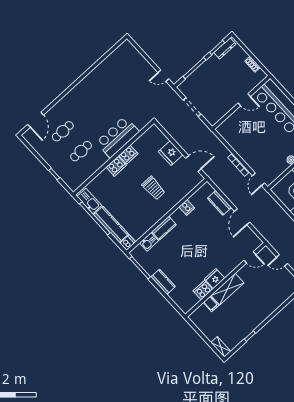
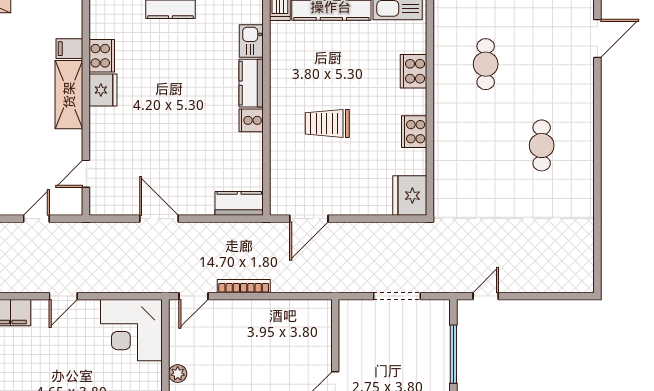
door: (36, 120) -> (597, 38), swing flipped
cafe table: (63, 131) -> (542, 145), moved
bar counter: (118, 137) -> (456, 140), removed
fridge: (171, 153) -> (410, 196), moved, turned -90
cooker: (116, 166) -> (413, 71), moved
door: (258, 179) -> (194, 296), swing flipped
kitchen counter: (219, 203) -> (239, 203), moved
cooker: (187, 207) -> (251, 120), moved

